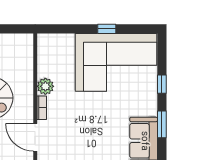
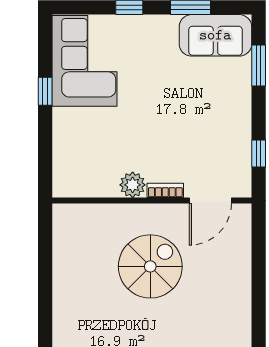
corner sofa: (116, 62) -> (84, 61), width x0.73, depth x0.74

